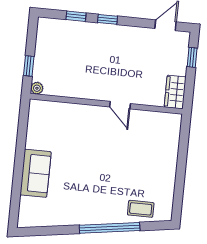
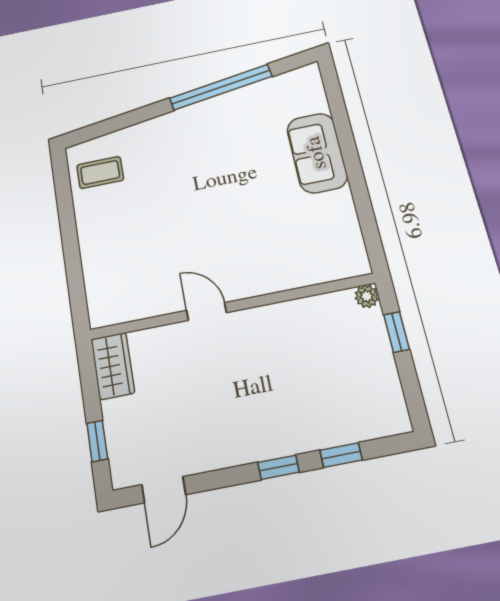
coffee table: (141, 209) -> (100, 173), moved
window: (110, 228) -> (221, 87), moved

